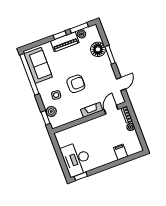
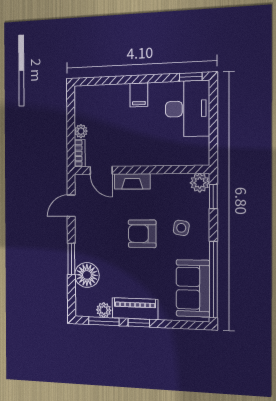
door: (111, 110) -> (101, 170), hinge flipped
plant: (51, 111) -> (200, 183), moved
filing cabinet: (121, 152) -> (139, 95), moved

